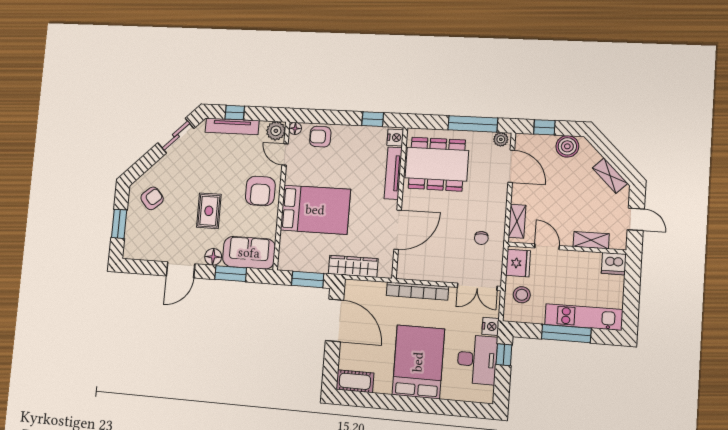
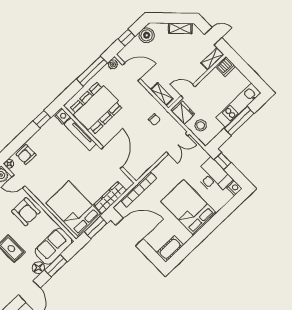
bed: (315, 210) -> (74, 209), moved, turned -90
shelving: (591, 240) -> (212, 59), moved
bookcase: (417, 291) -> (139, 189), moved
nightstand: (490, 326) -> (234, 188), moved

